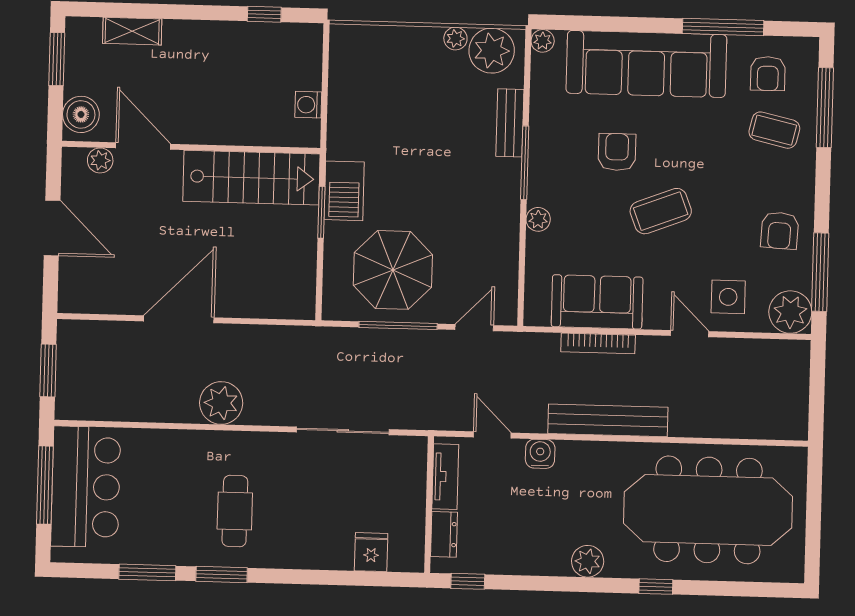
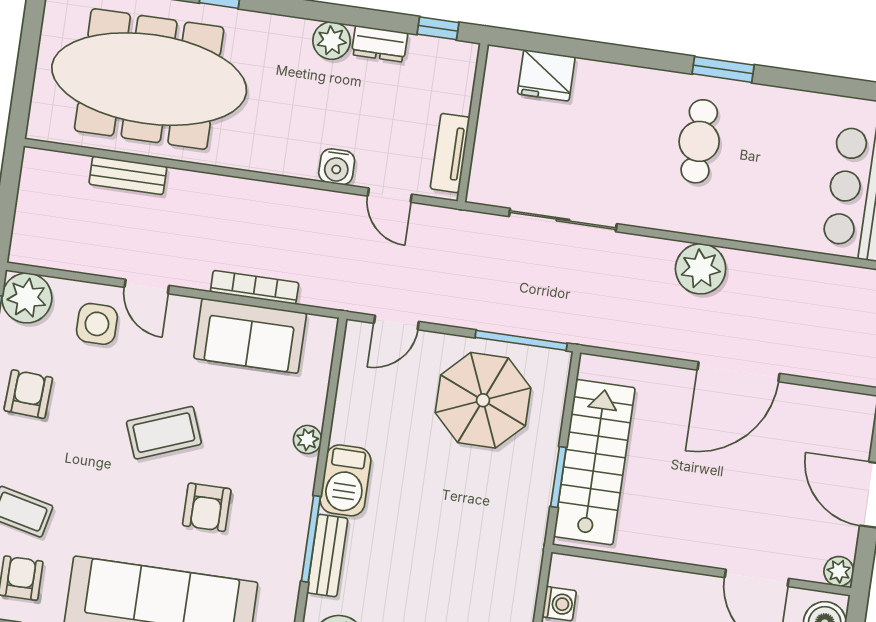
plant: (100, 160) -> (839, 571), moved
window: (525, 163) -> (311, 539), moved
stairs: (251, 178) -> (594, 462), moved, turned 90
barbecue: (344, 191) -> (345, 480), moved, turned 180
window: (398, 325) -> (521, 340), moved
bench: (608, 420) -> (128, 175), moved, width x0.54, depth x0.82
dresser: (444, 534) -> (380, 44), moved, turned -90
fridge: (371, 552) -> (546, 75), width x1.38
plant: (588, 561) -> (332, 41), moved
window: (147, 572) -> (809, 82), removed

